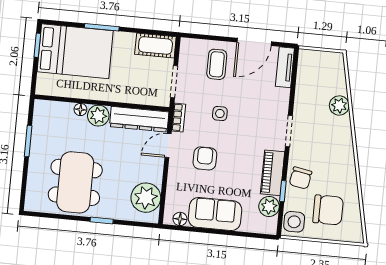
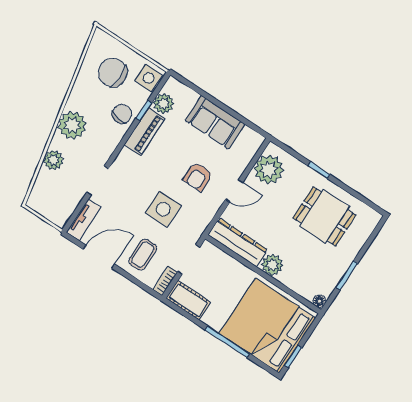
window: (102, 27) -> (227, 342), width x1.44
bed: (75, 51) -> (267, 326), width x1.36
floor lamp: (80, 110) -> (319, 301), moved
side table: (220, 114) -> (163, 209), width x1.87, depth x1.87
bookcase: (179, 118) -> (165, 281), moved
doorway: (289, 131) -> (98, 180), moved
plant: (339, 145) -> (72, 125), added
door: (168, 146) -> (234, 191), moved
dining table: (75, 182) -> (324, 216), width x0.73
floor lamp: (180, 219) -> (249, 134), removed

